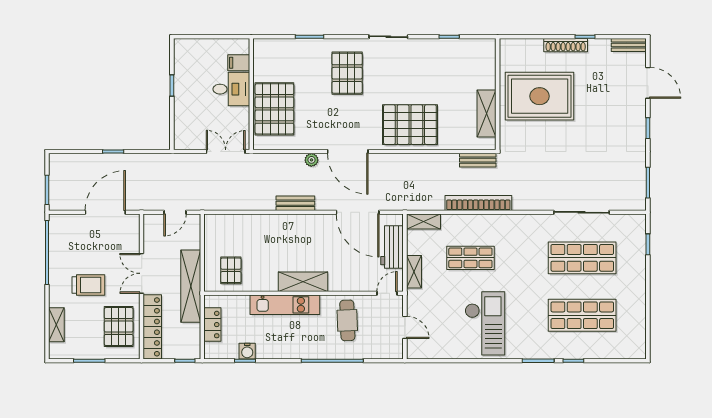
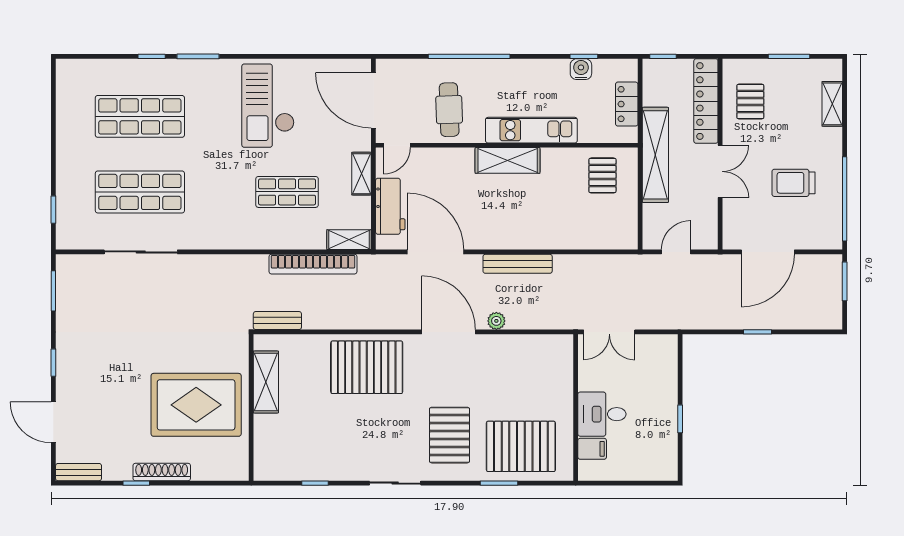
pallet: (274, 109) -> (521, 446), moved, turned 90
bench: (295, 203) -> (518, 264), width x1.36
bookcase: (478, 203) -> (313, 264), moved
trolley: (88, 285) -> (793, 183), moved
pallet: (119, 327) -> (750, 102), width x0.67, depth x0.71
door: (405, 327) -> (373, 100), width x1.88

